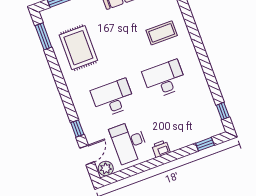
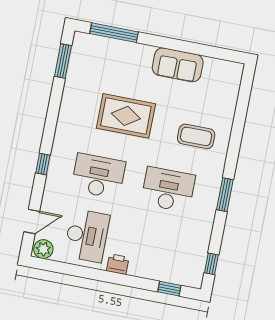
rug: (78, 48) -> (126, 116), moved, turned 90
window: (204, 60) -> (225, 195), added
window: (77, 129) -> (43, 164), moved
desk: (129, 142) -> (87, 235), turned 180

